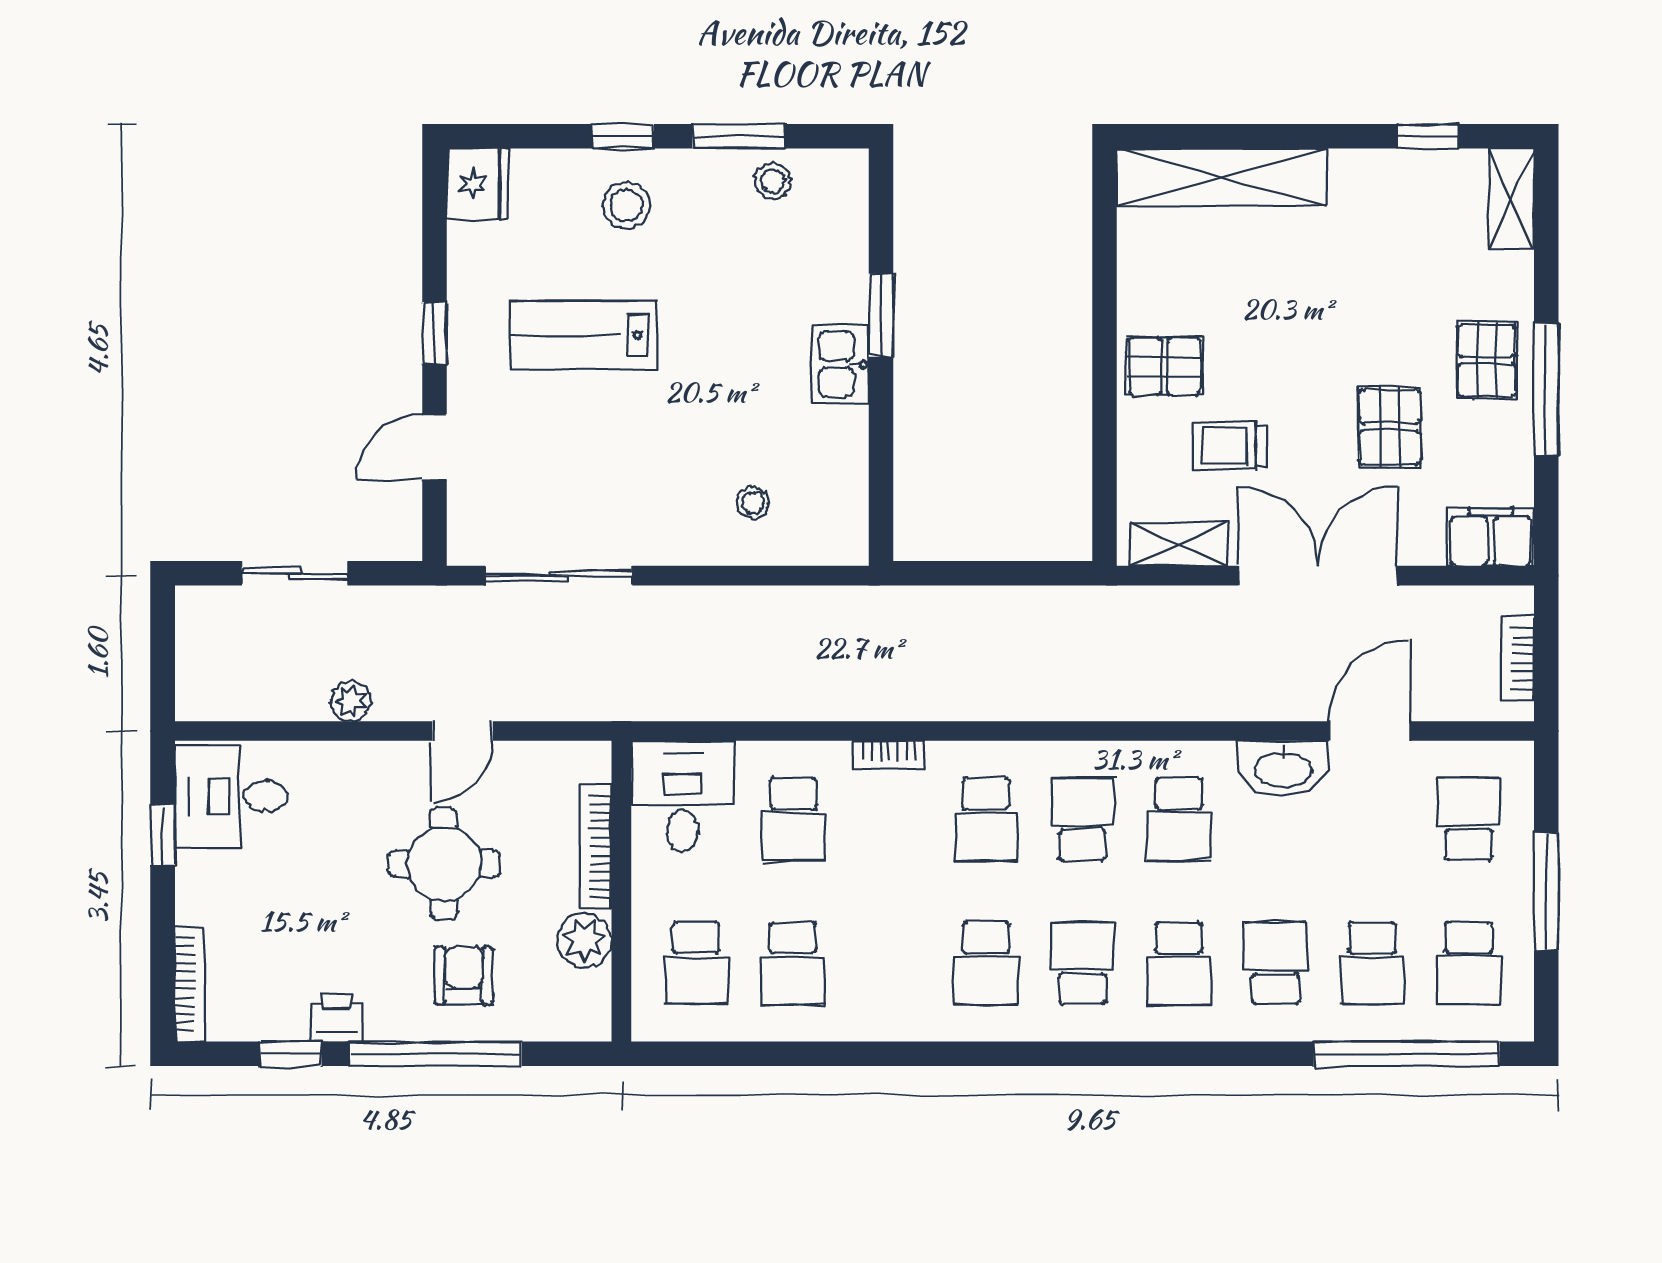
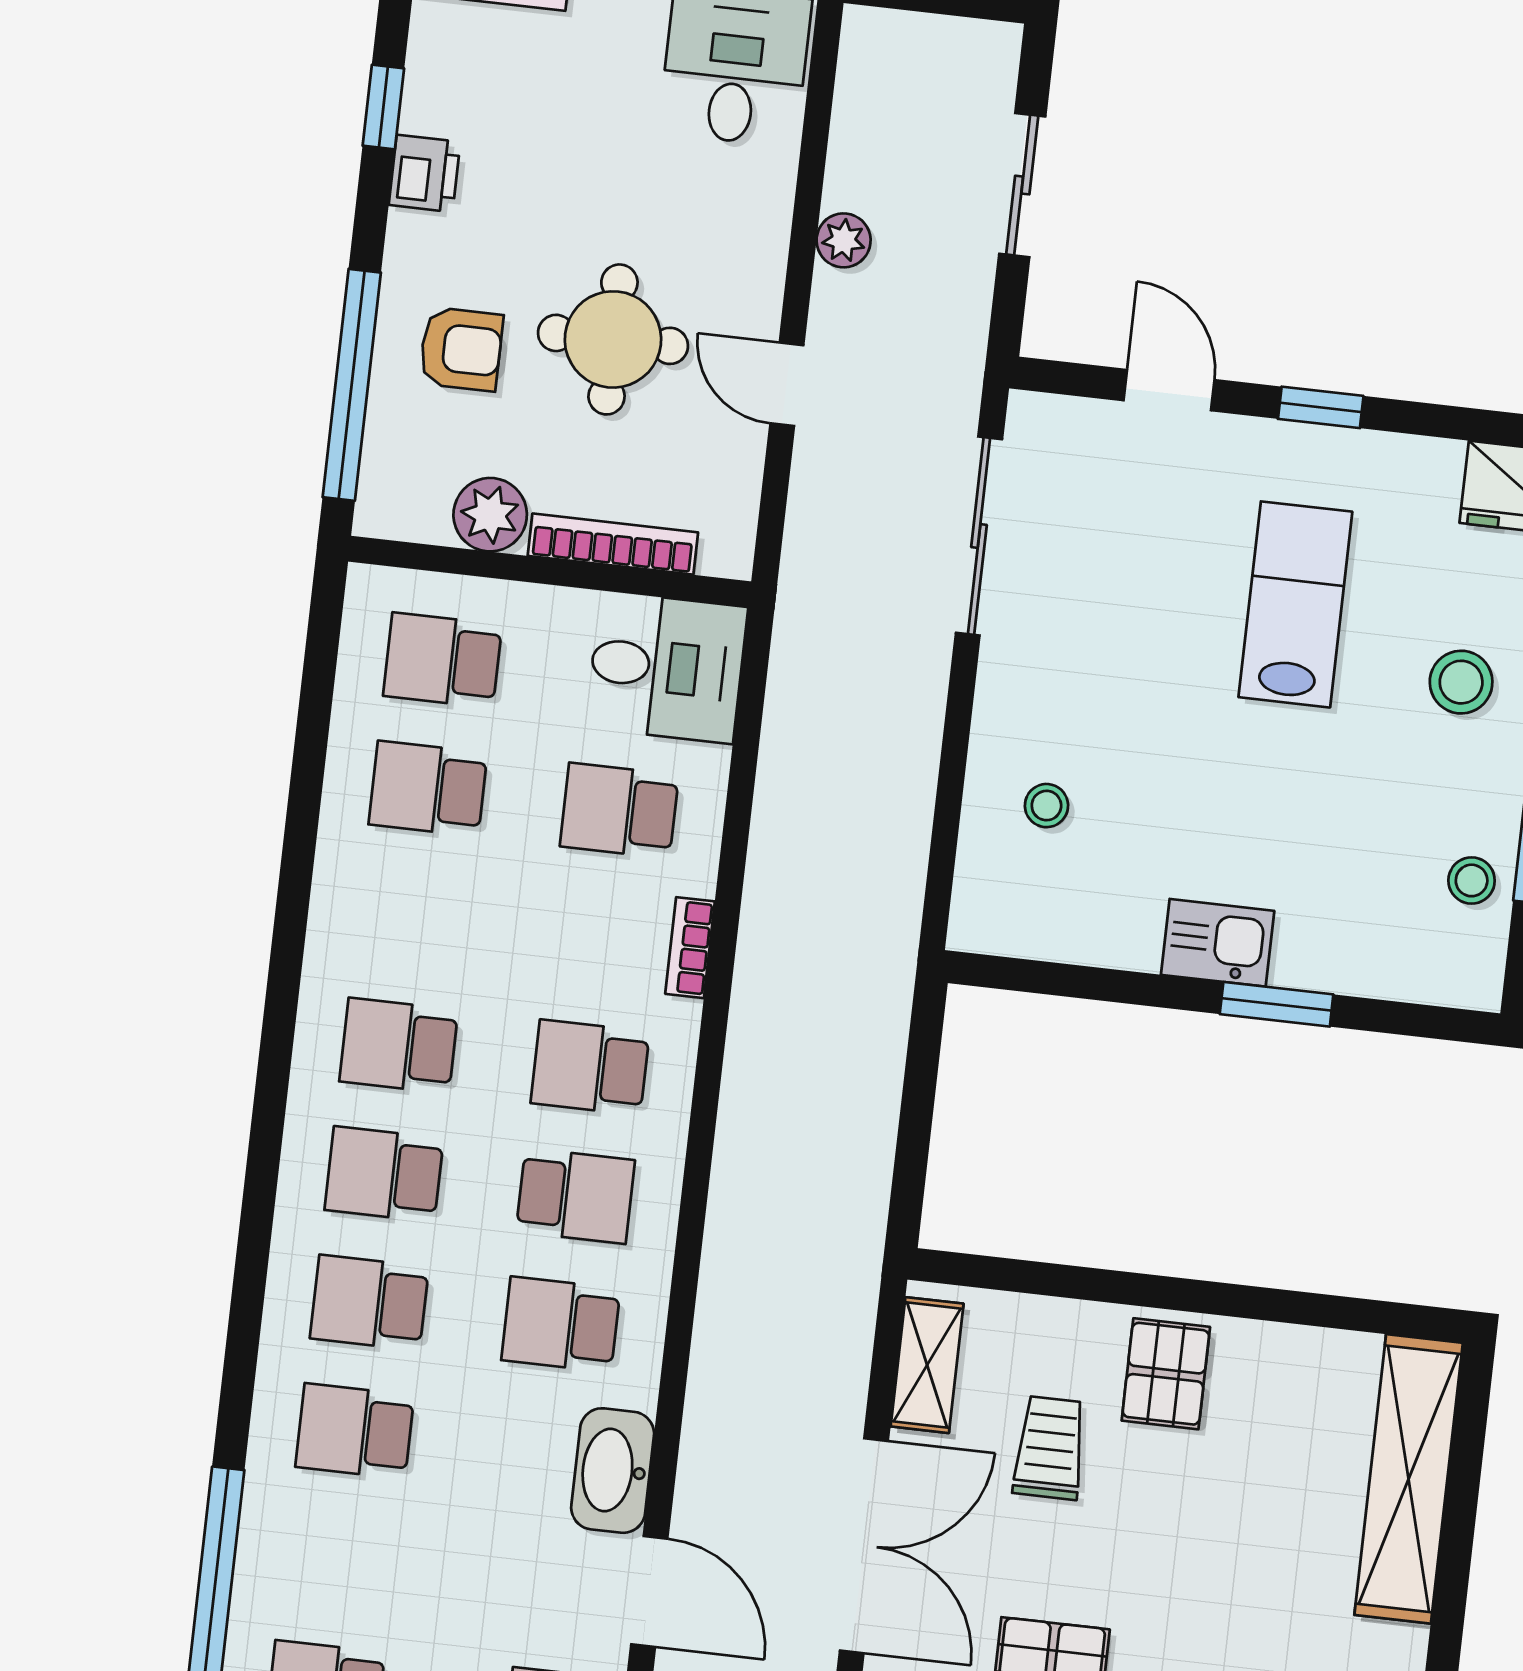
school desk: (1083, 963) -> (384, 1174), turned 180
school desk: (1276, 963) -> (355, 1431), turned 180
school desk: (1372, 963) -> (340, 1560), removed
window: (436, 1054) -> (352, 385), moved

